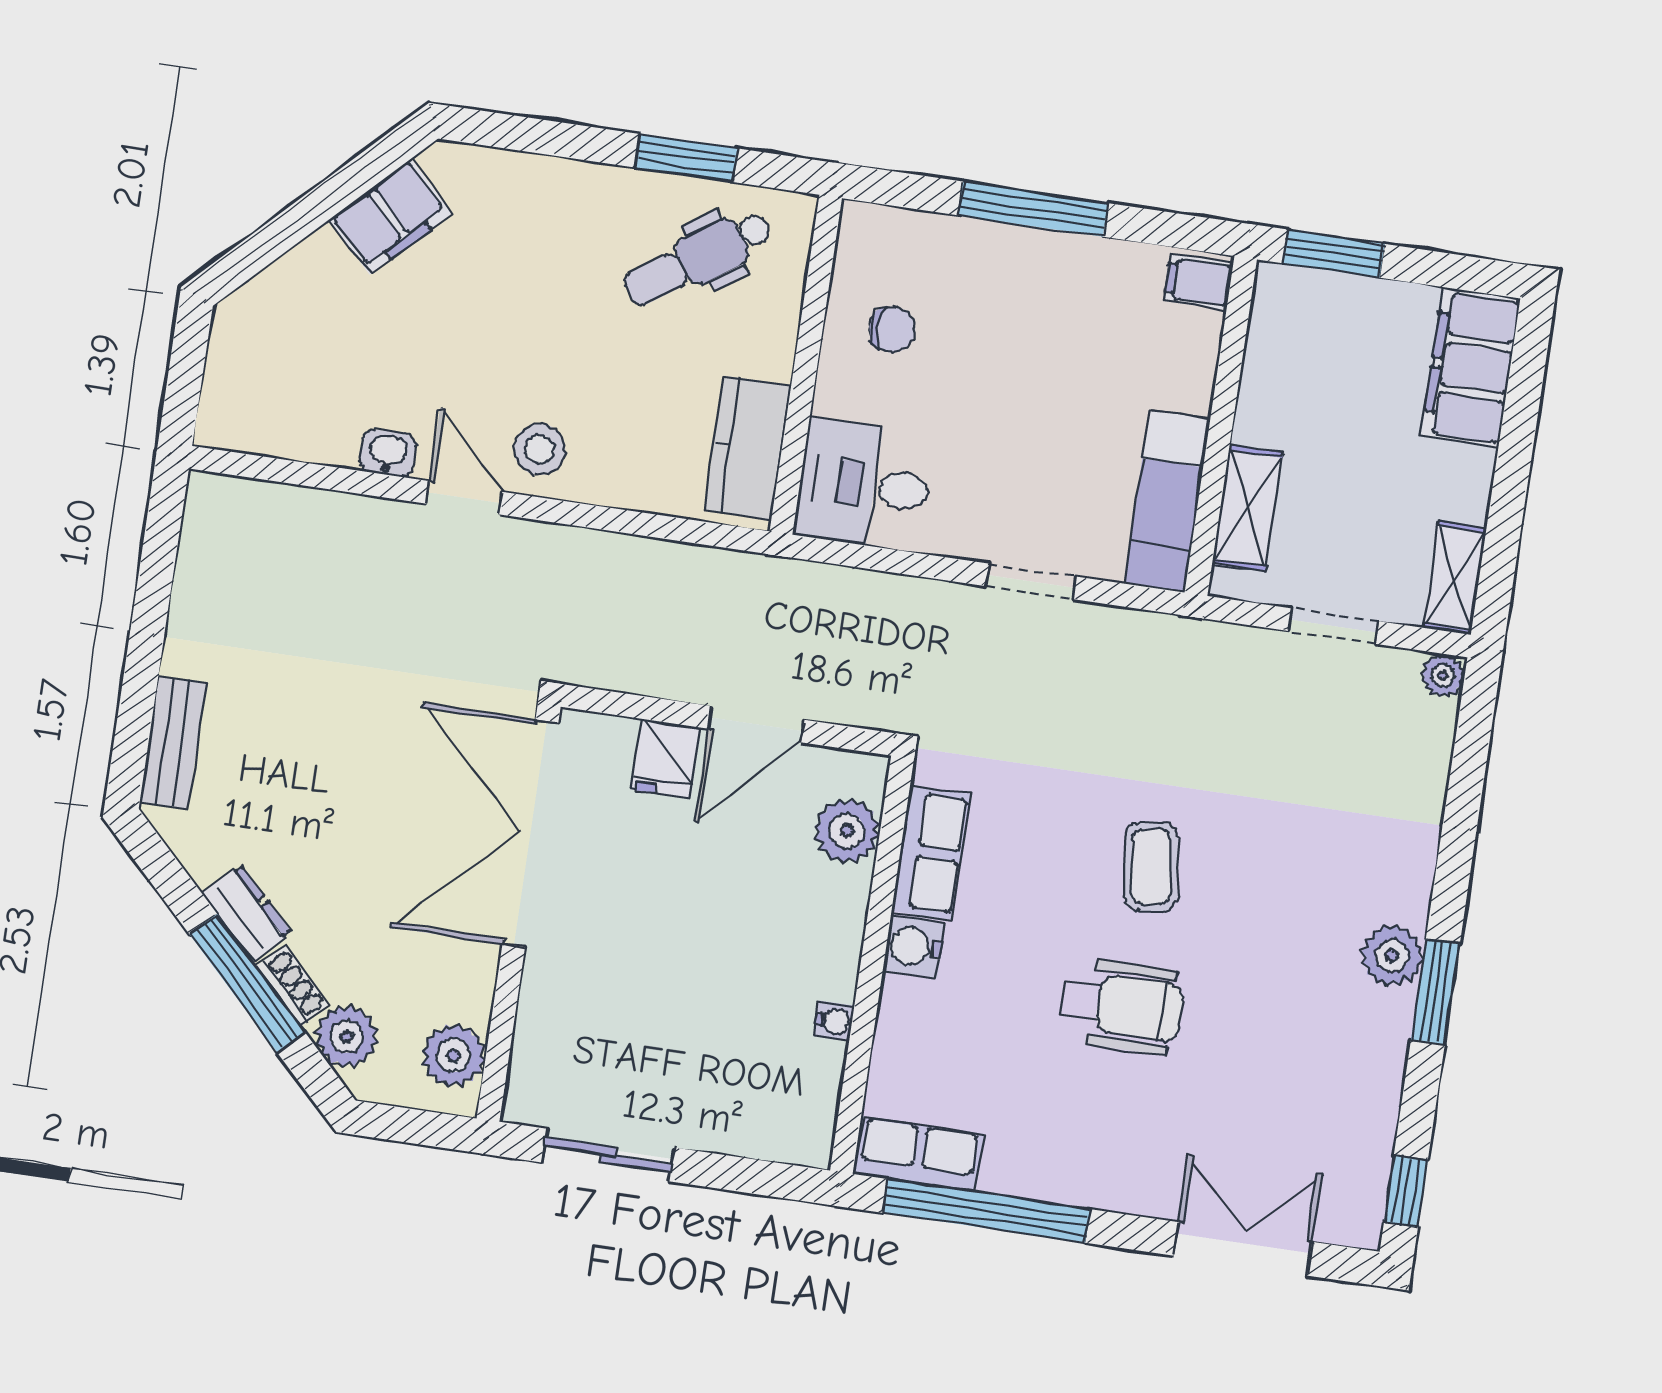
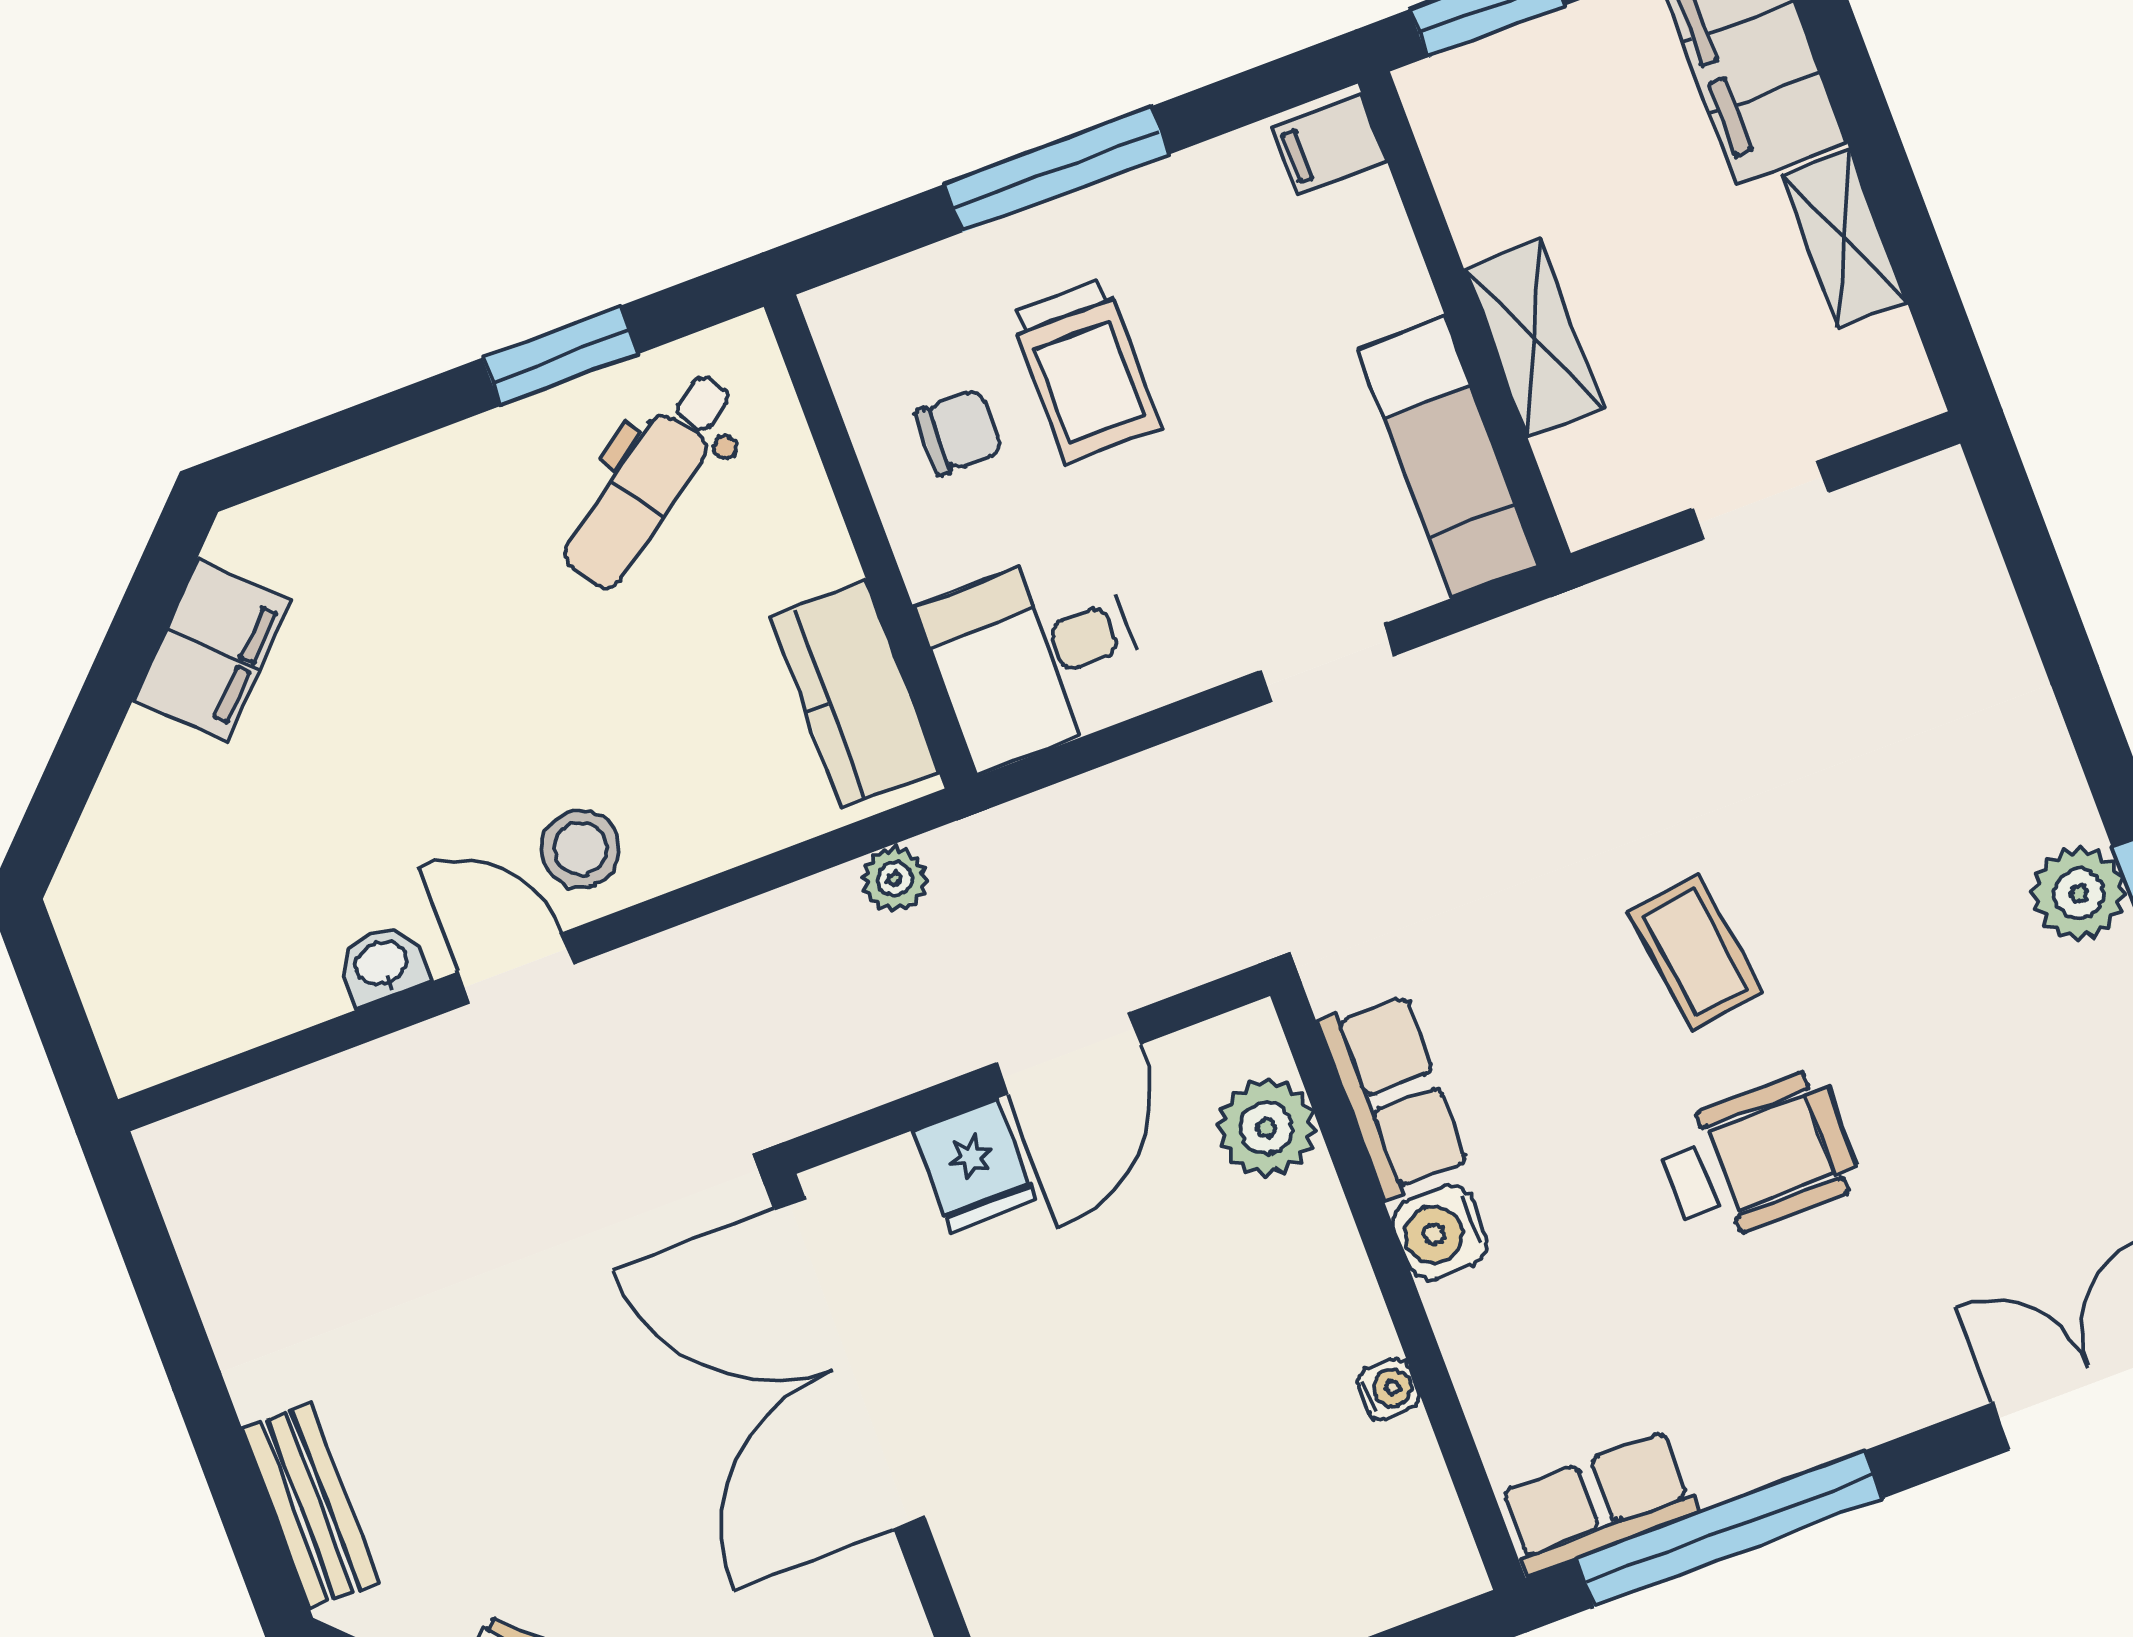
trolley: (985, 335) -> (1086, 371), added
shelving: (1247, 508) -> (1534, 338), moved
shelving: (1455, 578) -> (1844, 239), moved
plant: (1443, 676) -> (894, 879), moved

